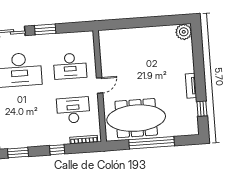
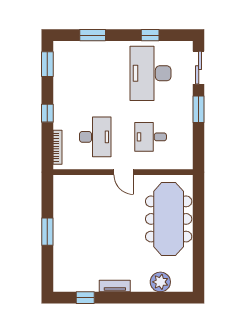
plant: (184, 32) -> (160, 282), moved
desk: (70, 66) -> (151, 137), width x0.73
meeting table: (136, 118) -> (169, 219), moved
window: (152, 143) -> (47, 232), width x0.47

